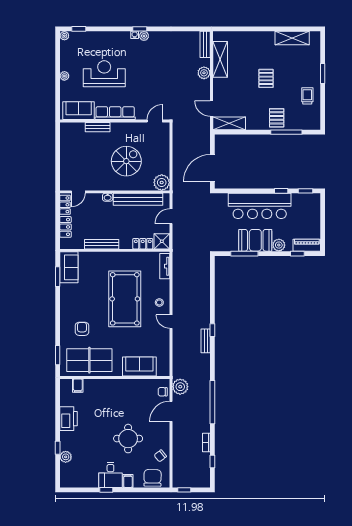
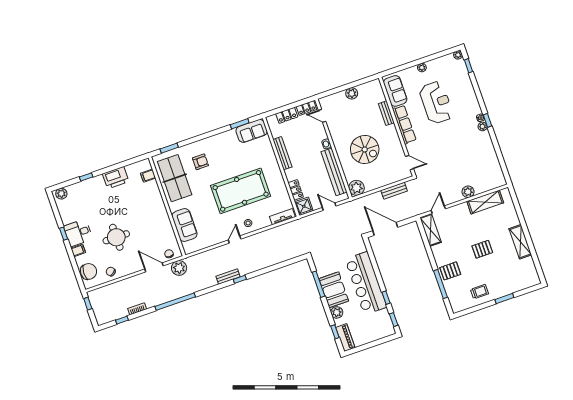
shelving: (292, 38) -> (520, 242), moved
bench: (205, 44) -> (394, 191), moved
plant: (66, 155) -> (352, 93), added
plant: (66, 457) -> (61, 194), moved

